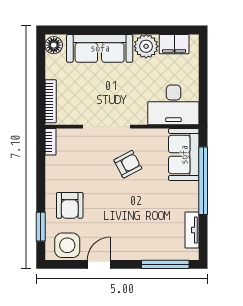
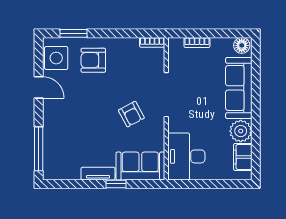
bookcase: (51, 101) -> (197, 43), width x0.64
window: (203, 181) -> (116, 184), width x0.32
tv unit: (192, 230) -> (98, 174), moved

